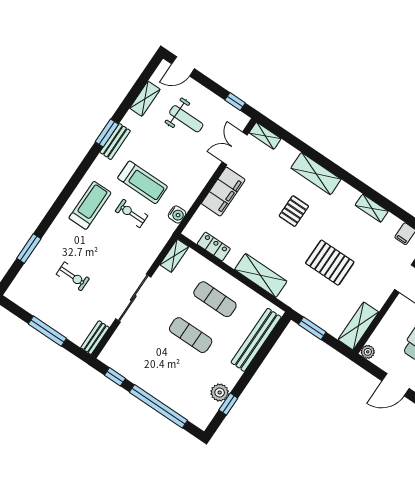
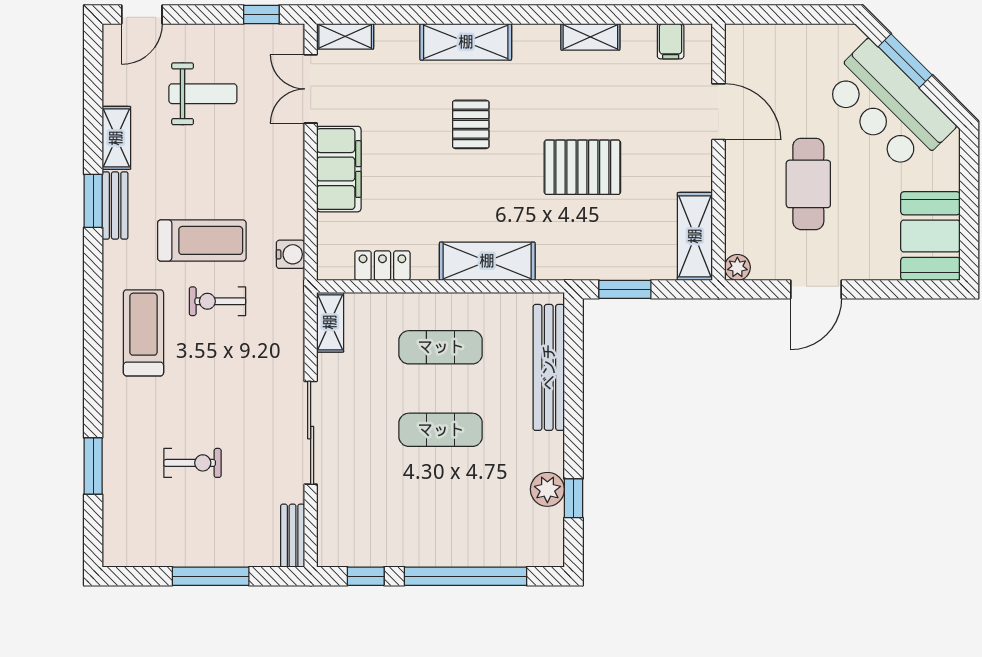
shelving: (145, 99) -> (116, 138), moved

